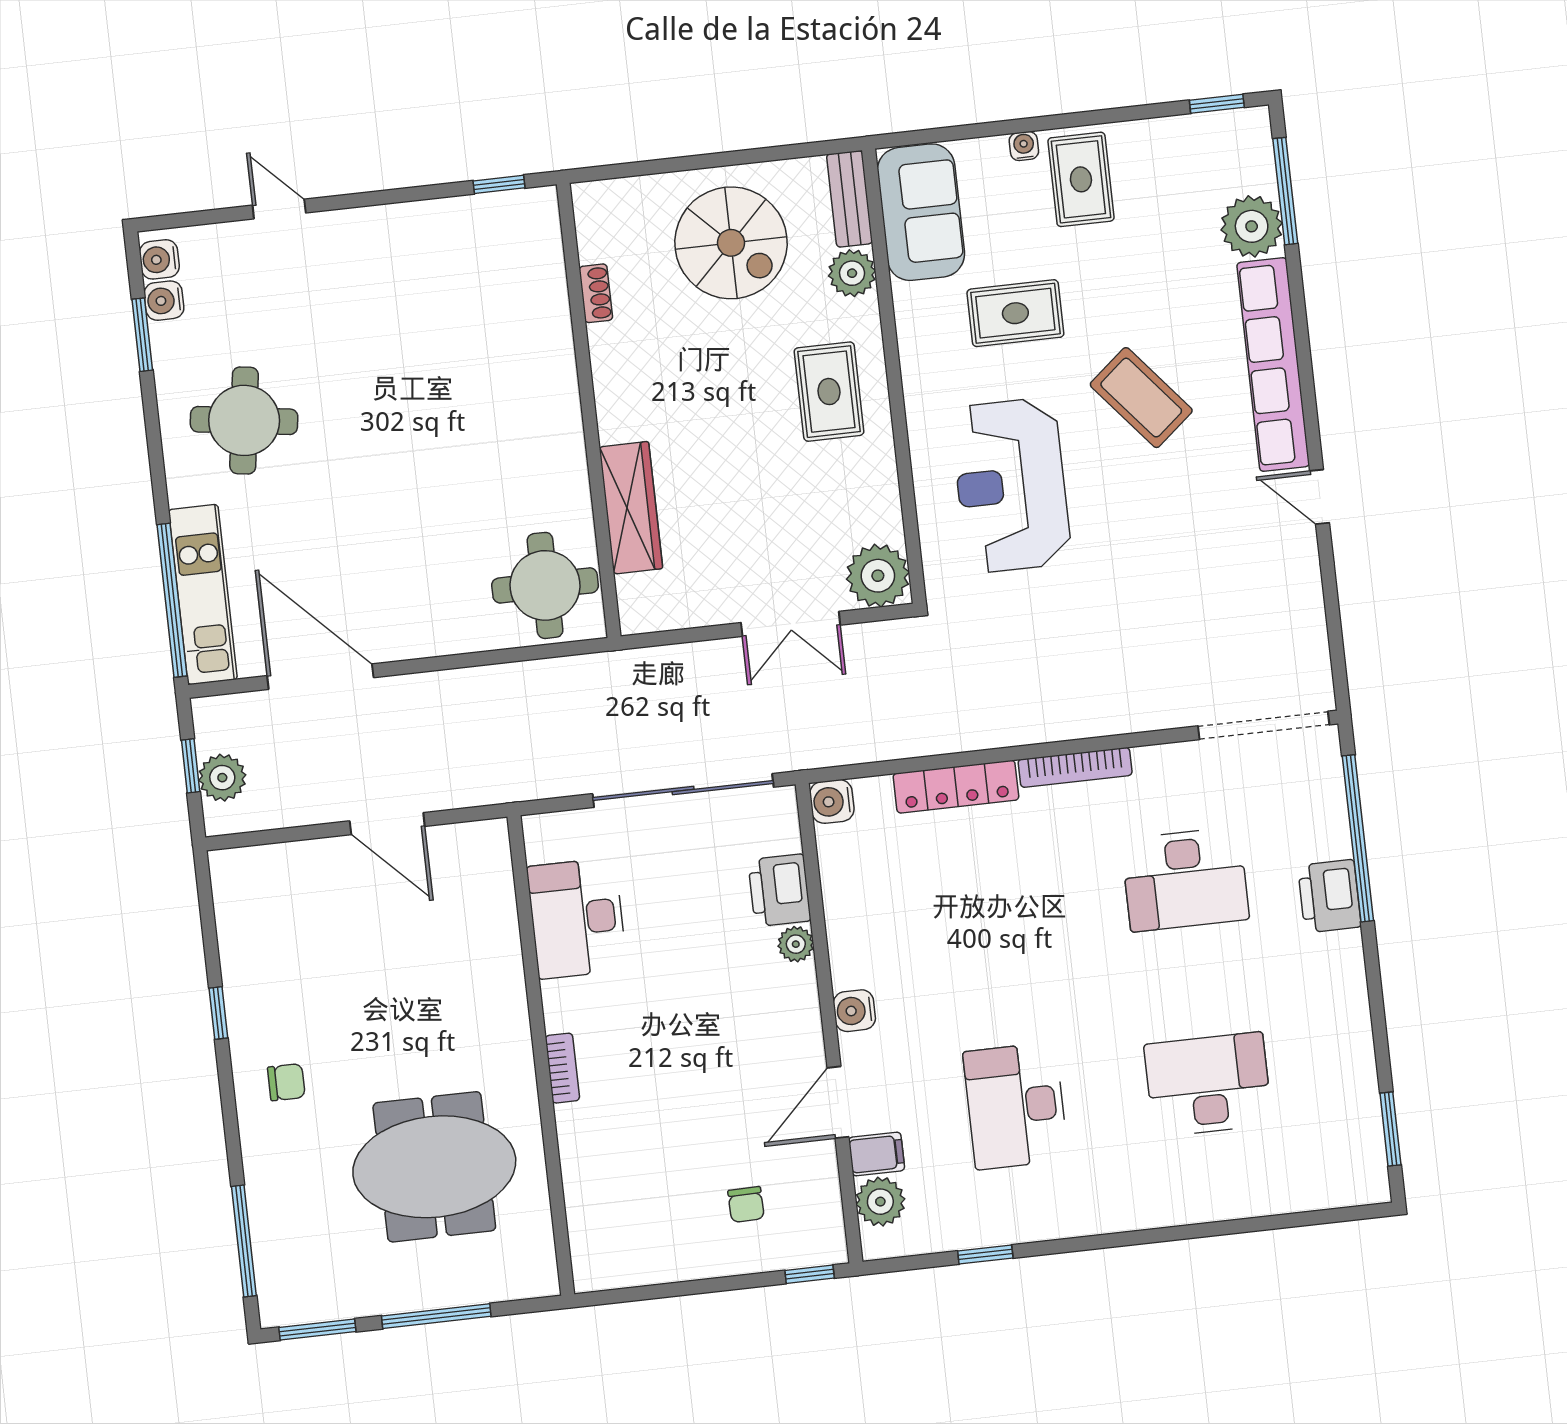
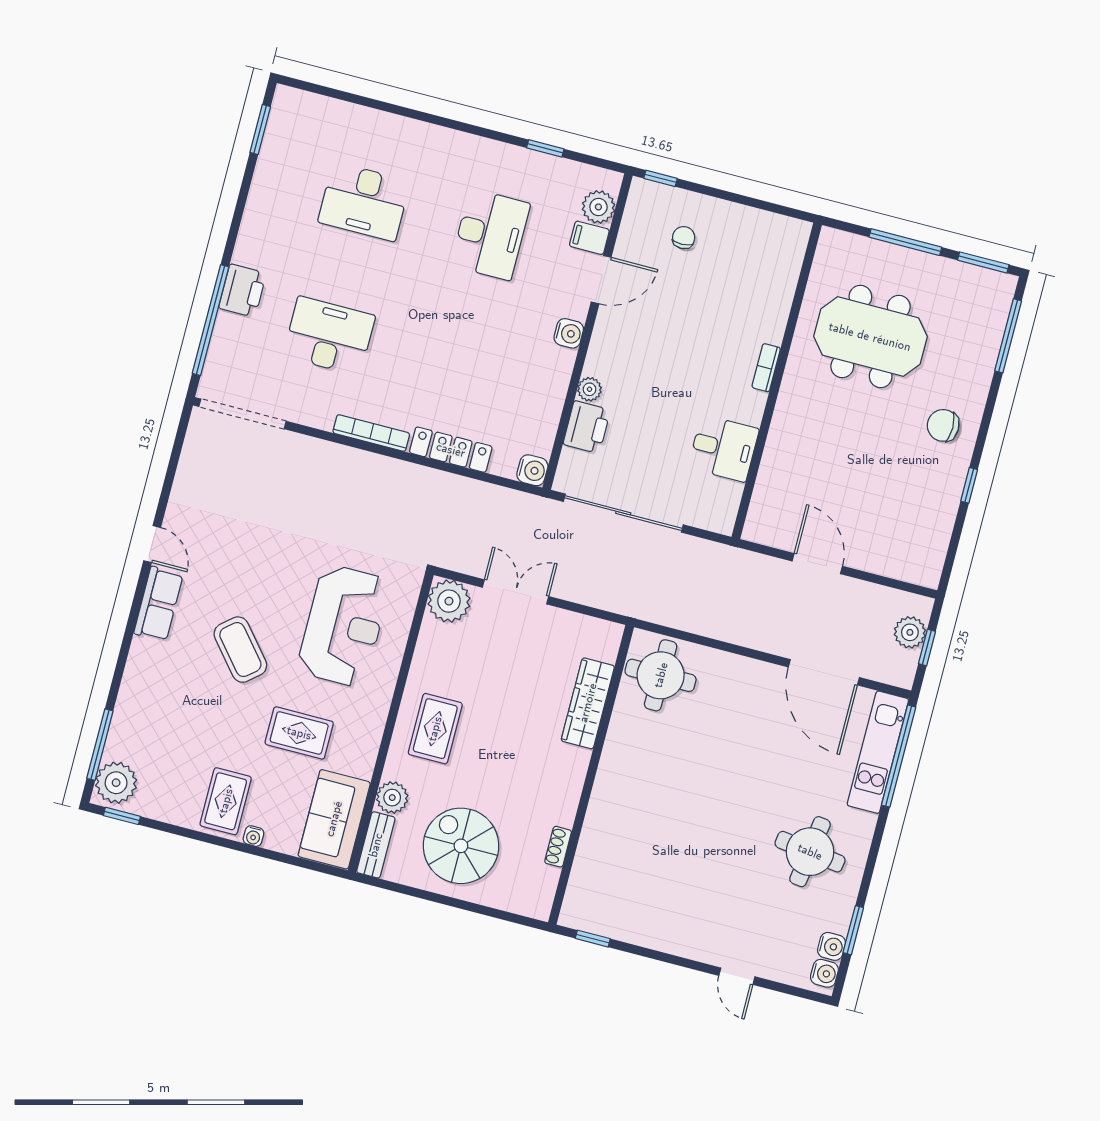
plant: (1252, 226) -> (116, 783), moved
row of seats: (1273, 365) -> (158, 604), width x0.50
desk: (577, 918) -> (724, 448), width x0.73
chair: (286, 1082) -> (943, 425), width x1.37, depth x1.37

